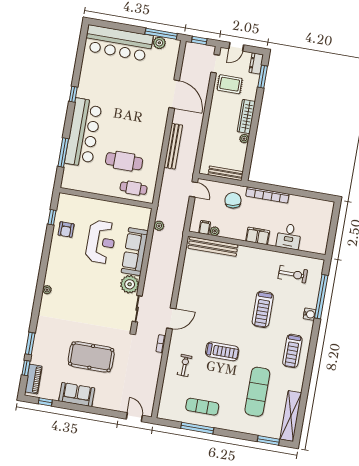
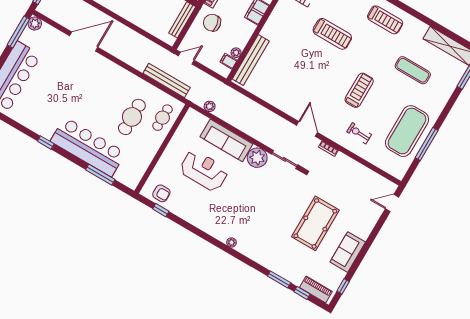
plant: (159, 43) -> (35, 24), moved
bench: (173, 146) -> (167, 80), moved
armchair: (66, 230) -> (161, 193), moved
exercise mat: (257, 392) -> (413, 70), width x0.73, depth x0.69
exercise mat: (202, 407) -> (407, 131), width x2.00, depth x1.45

